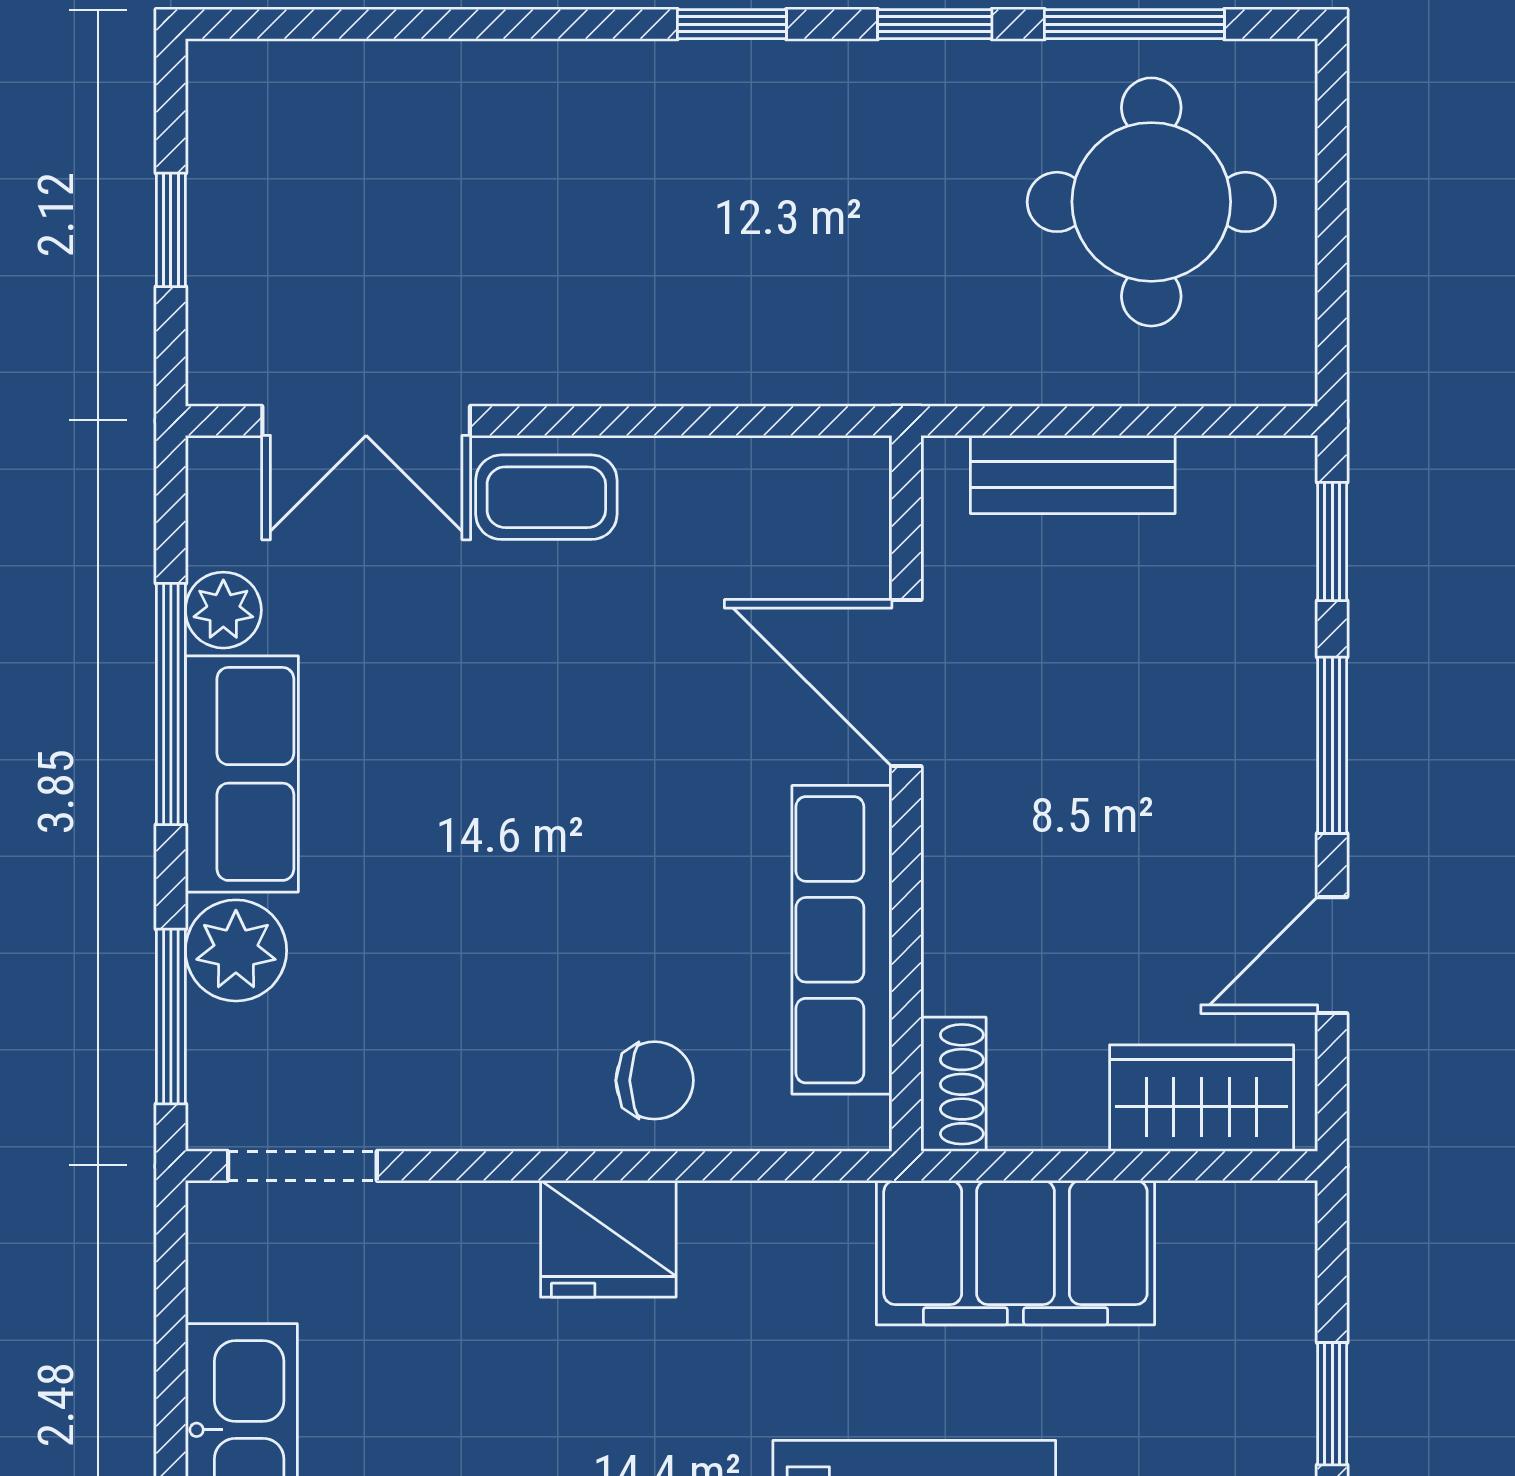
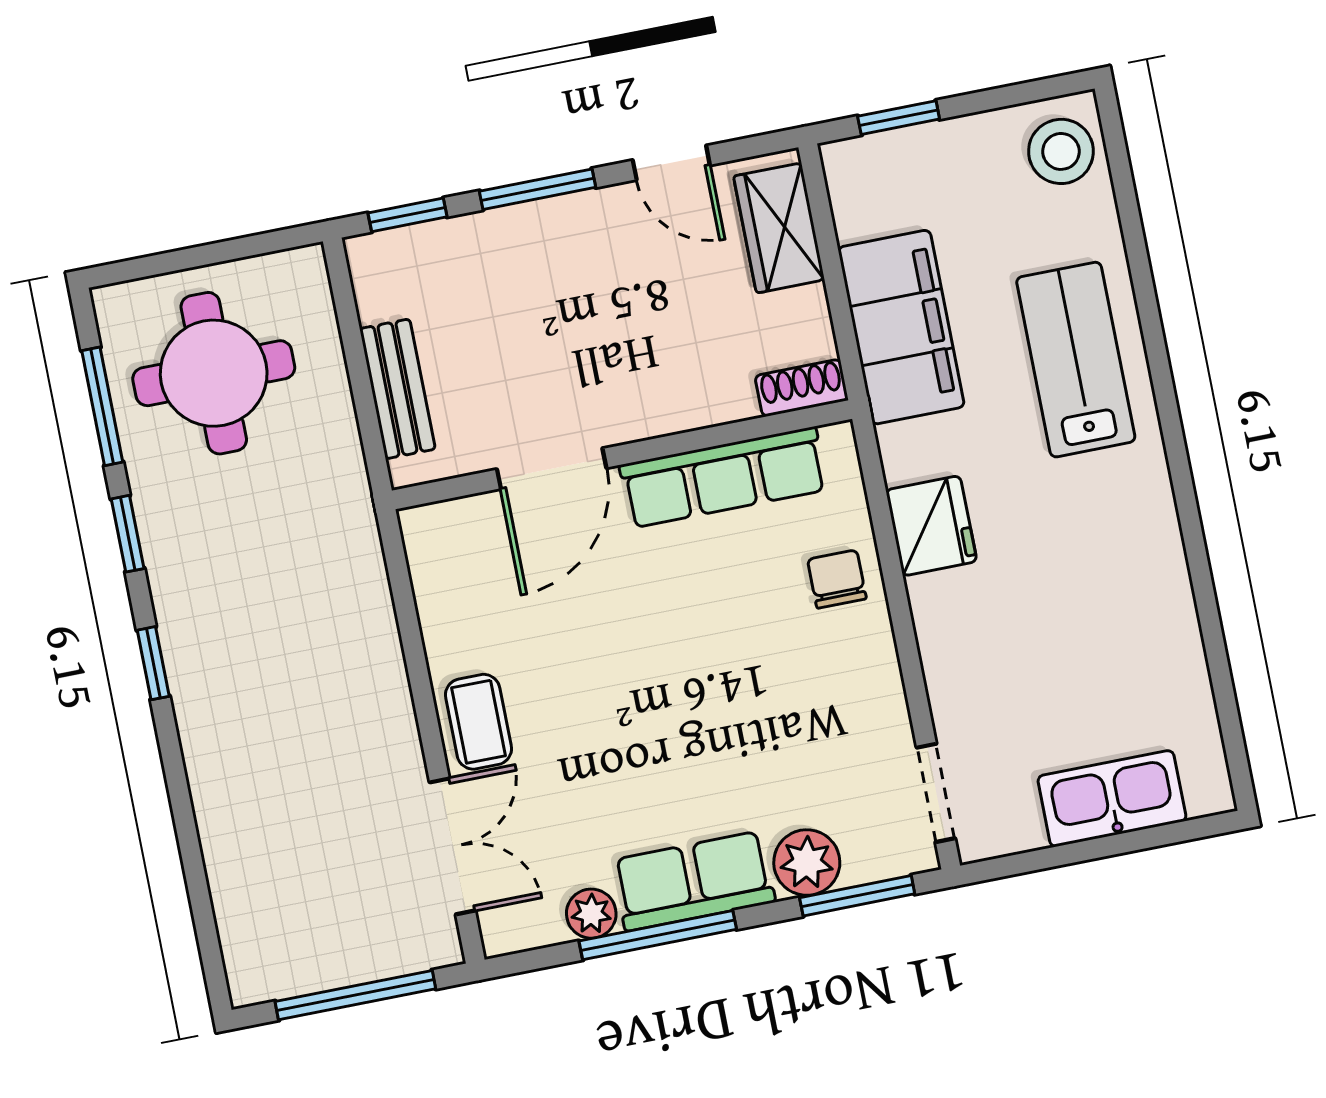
window: (171, 230) -> (355, 995), width x2.17
fridge: (608, 1239) -> (931, 526), moved
window: (1332, 1404) -> (899, 118), moved

